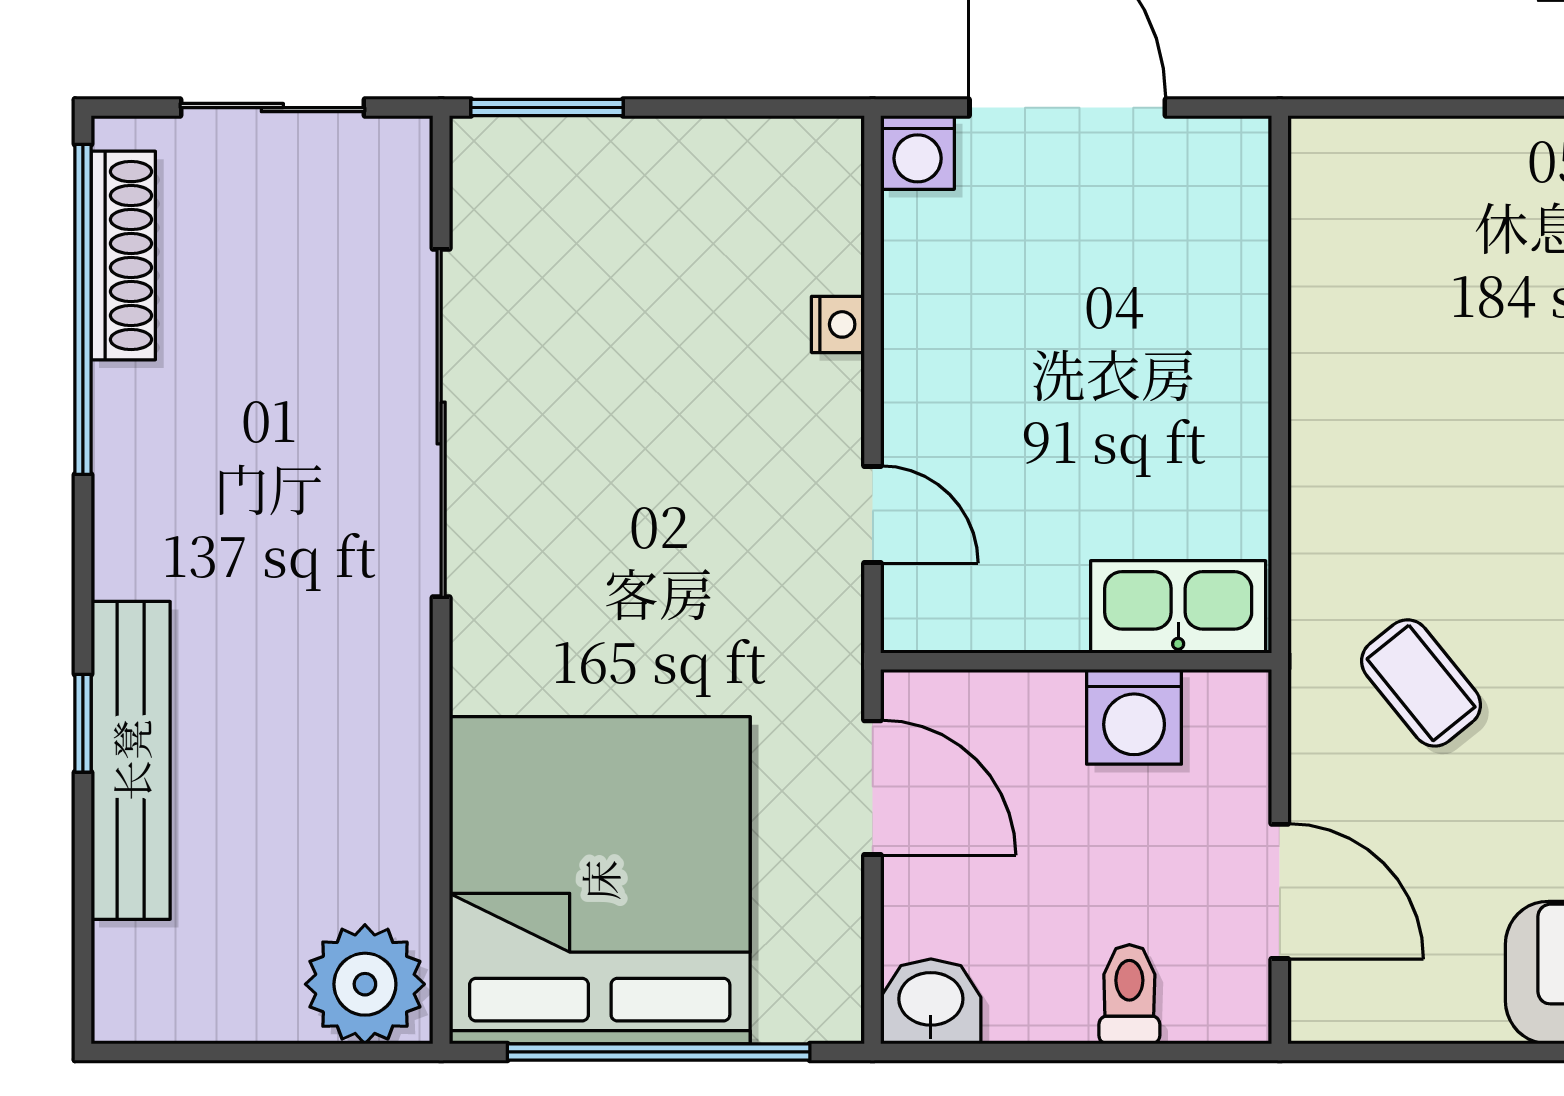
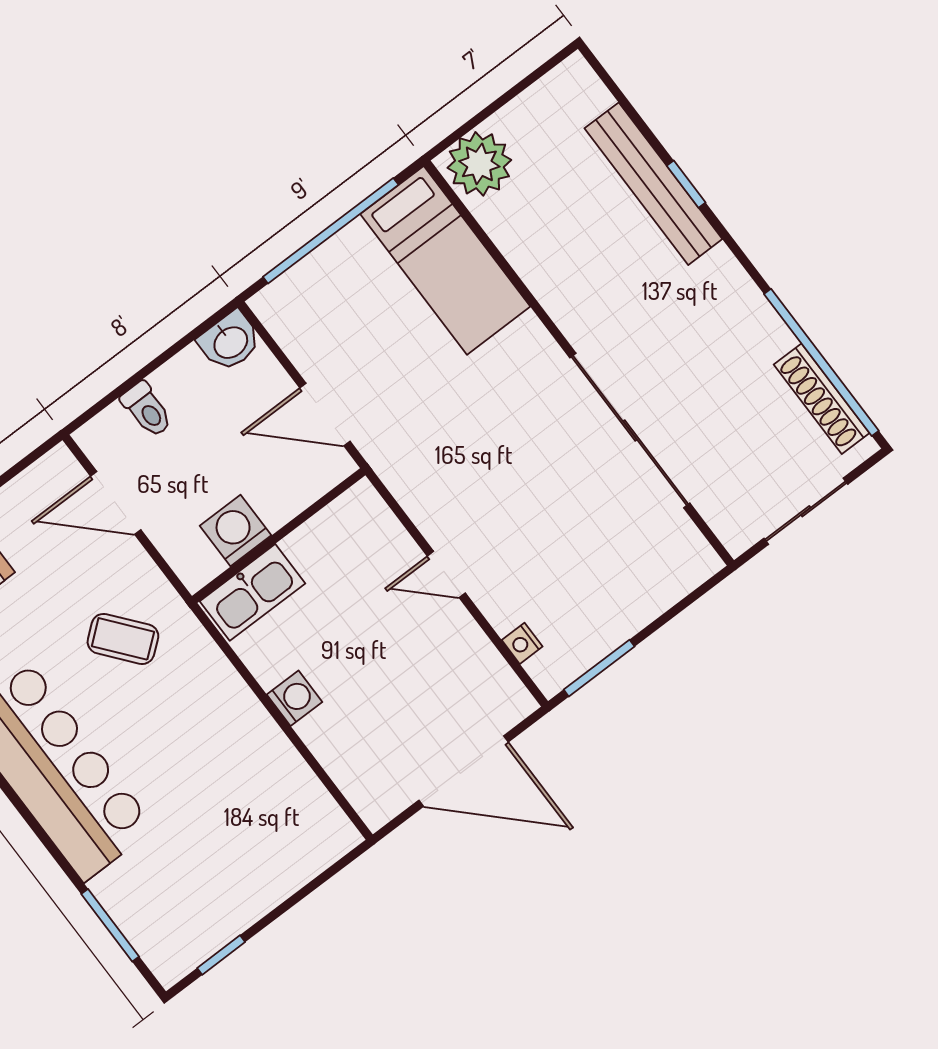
window: (547, 108) -> (599, 668), moved
washing machine: (918, 152) -> (294, 698), moved, turned 90
nightstand: (838, 324) -> (522, 643), moved
door: (873, 514) -> (446, 575), moved
bed: (600, 880) -> (445, 260), width x0.49

